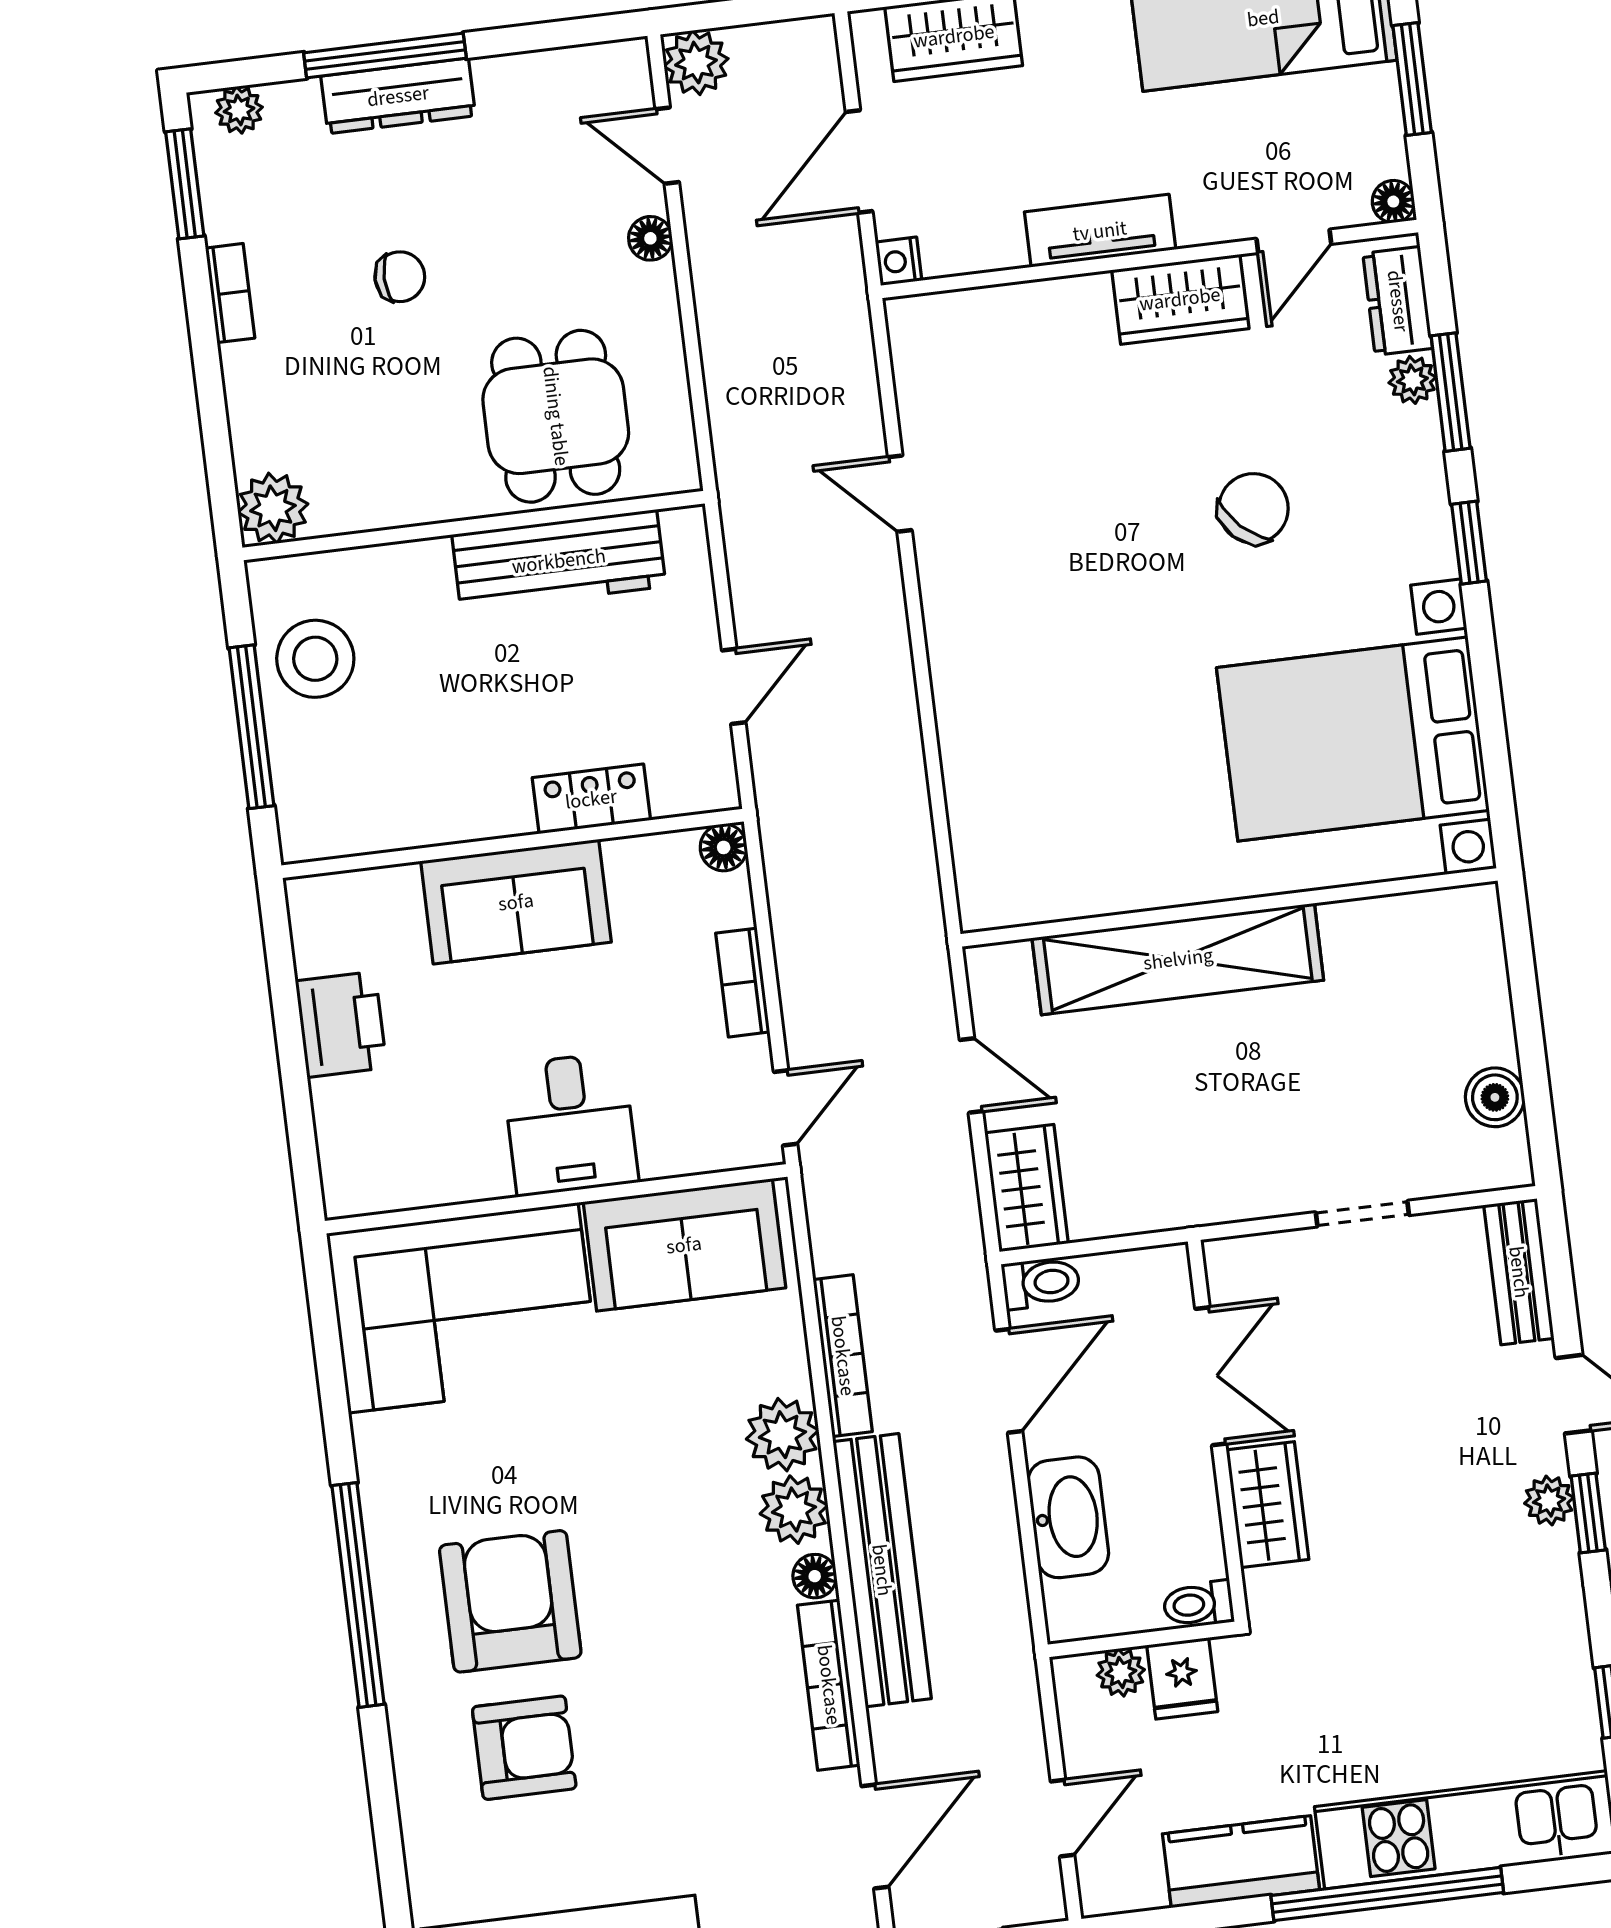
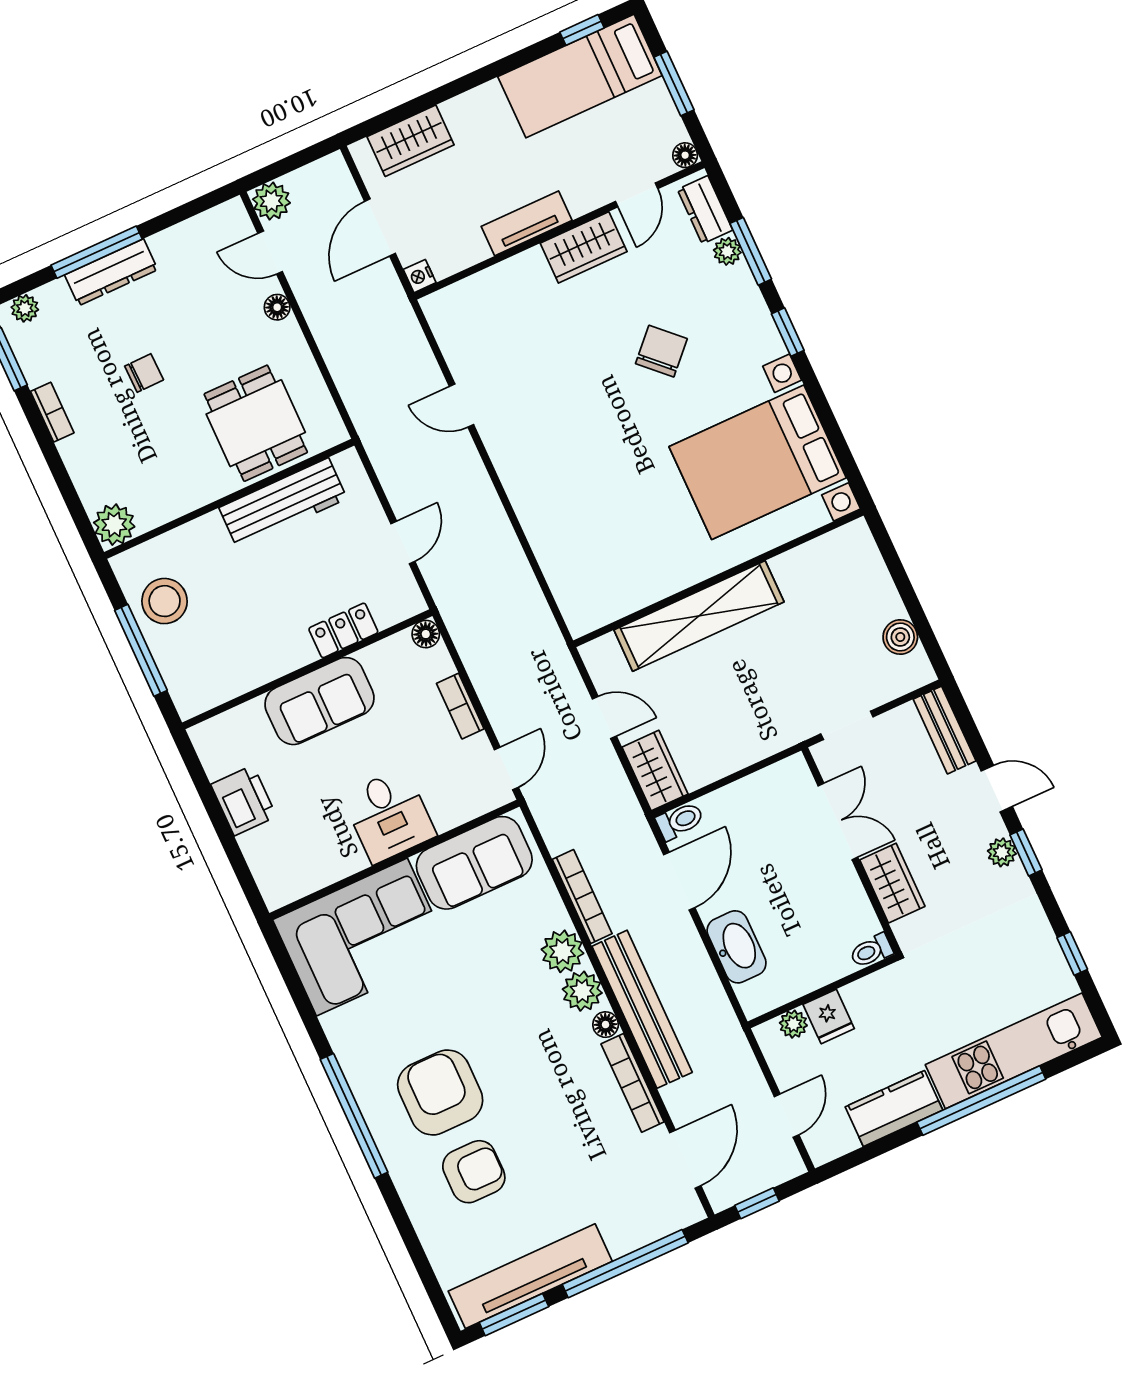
double door: (1211, 1376) -> (838, 822), moved
wall: (1217, 1431) -> (851, 851), moved
wardrobe: (1268, 1505) -> (892, 883), moved
toilet: (1198, 1604) -> (871, 951), moved

